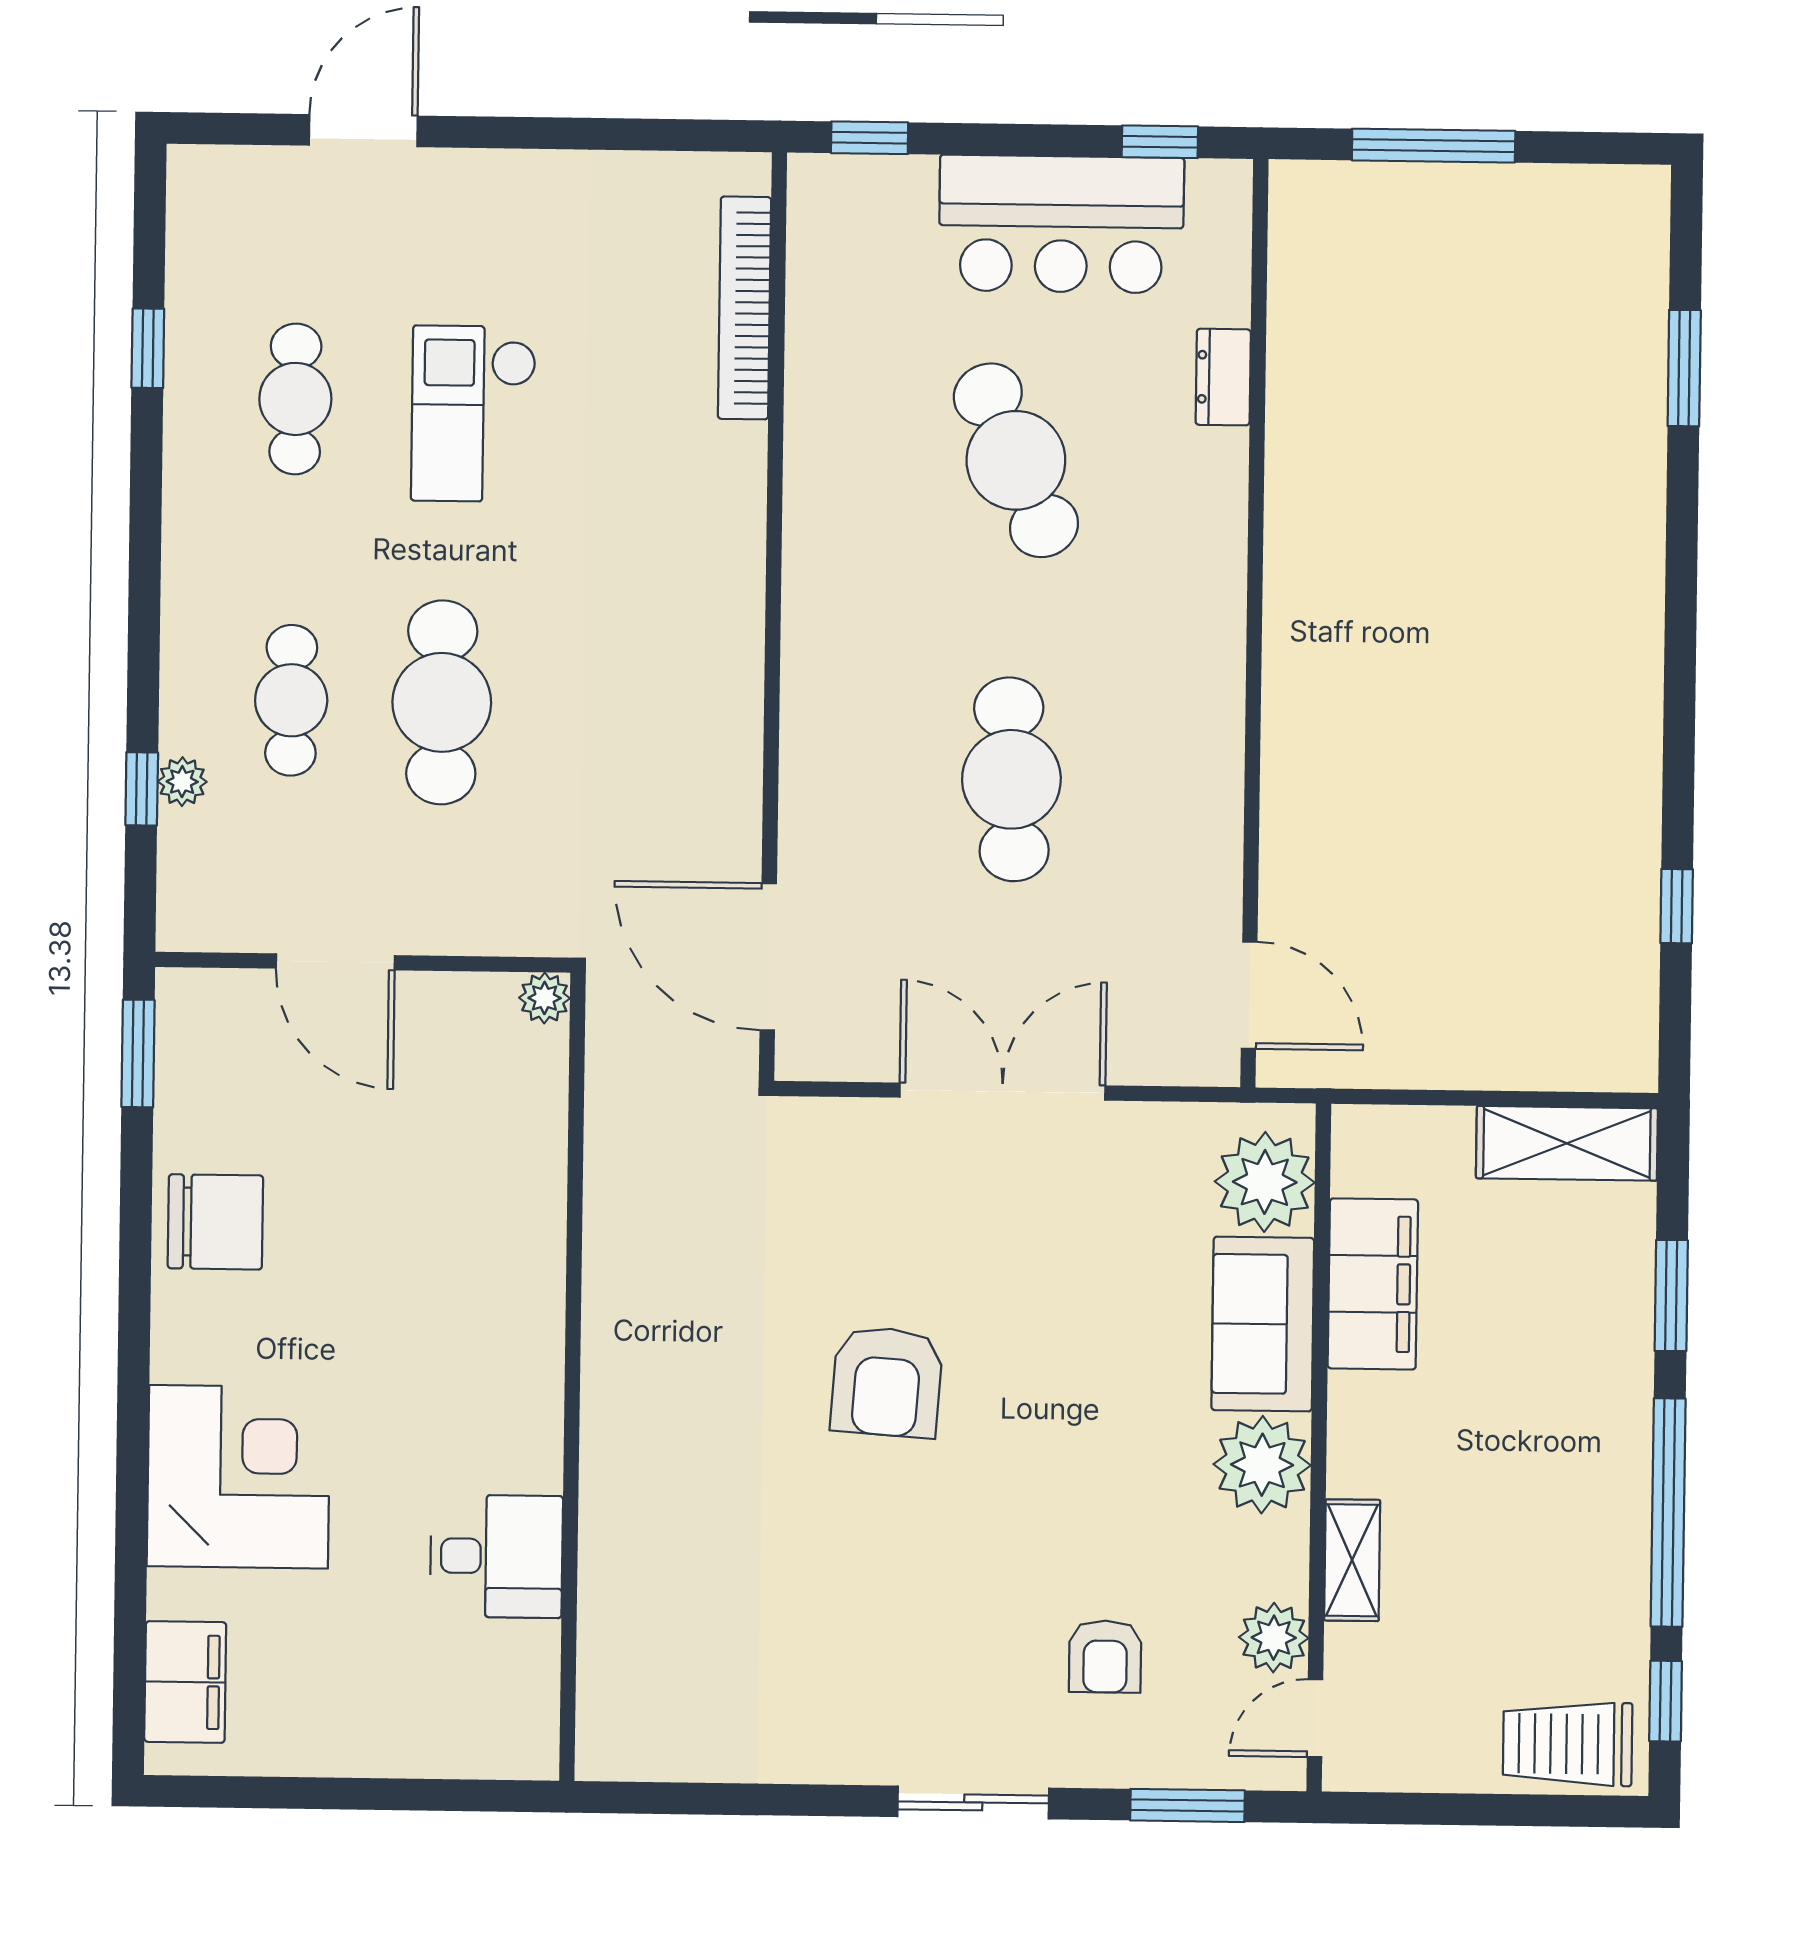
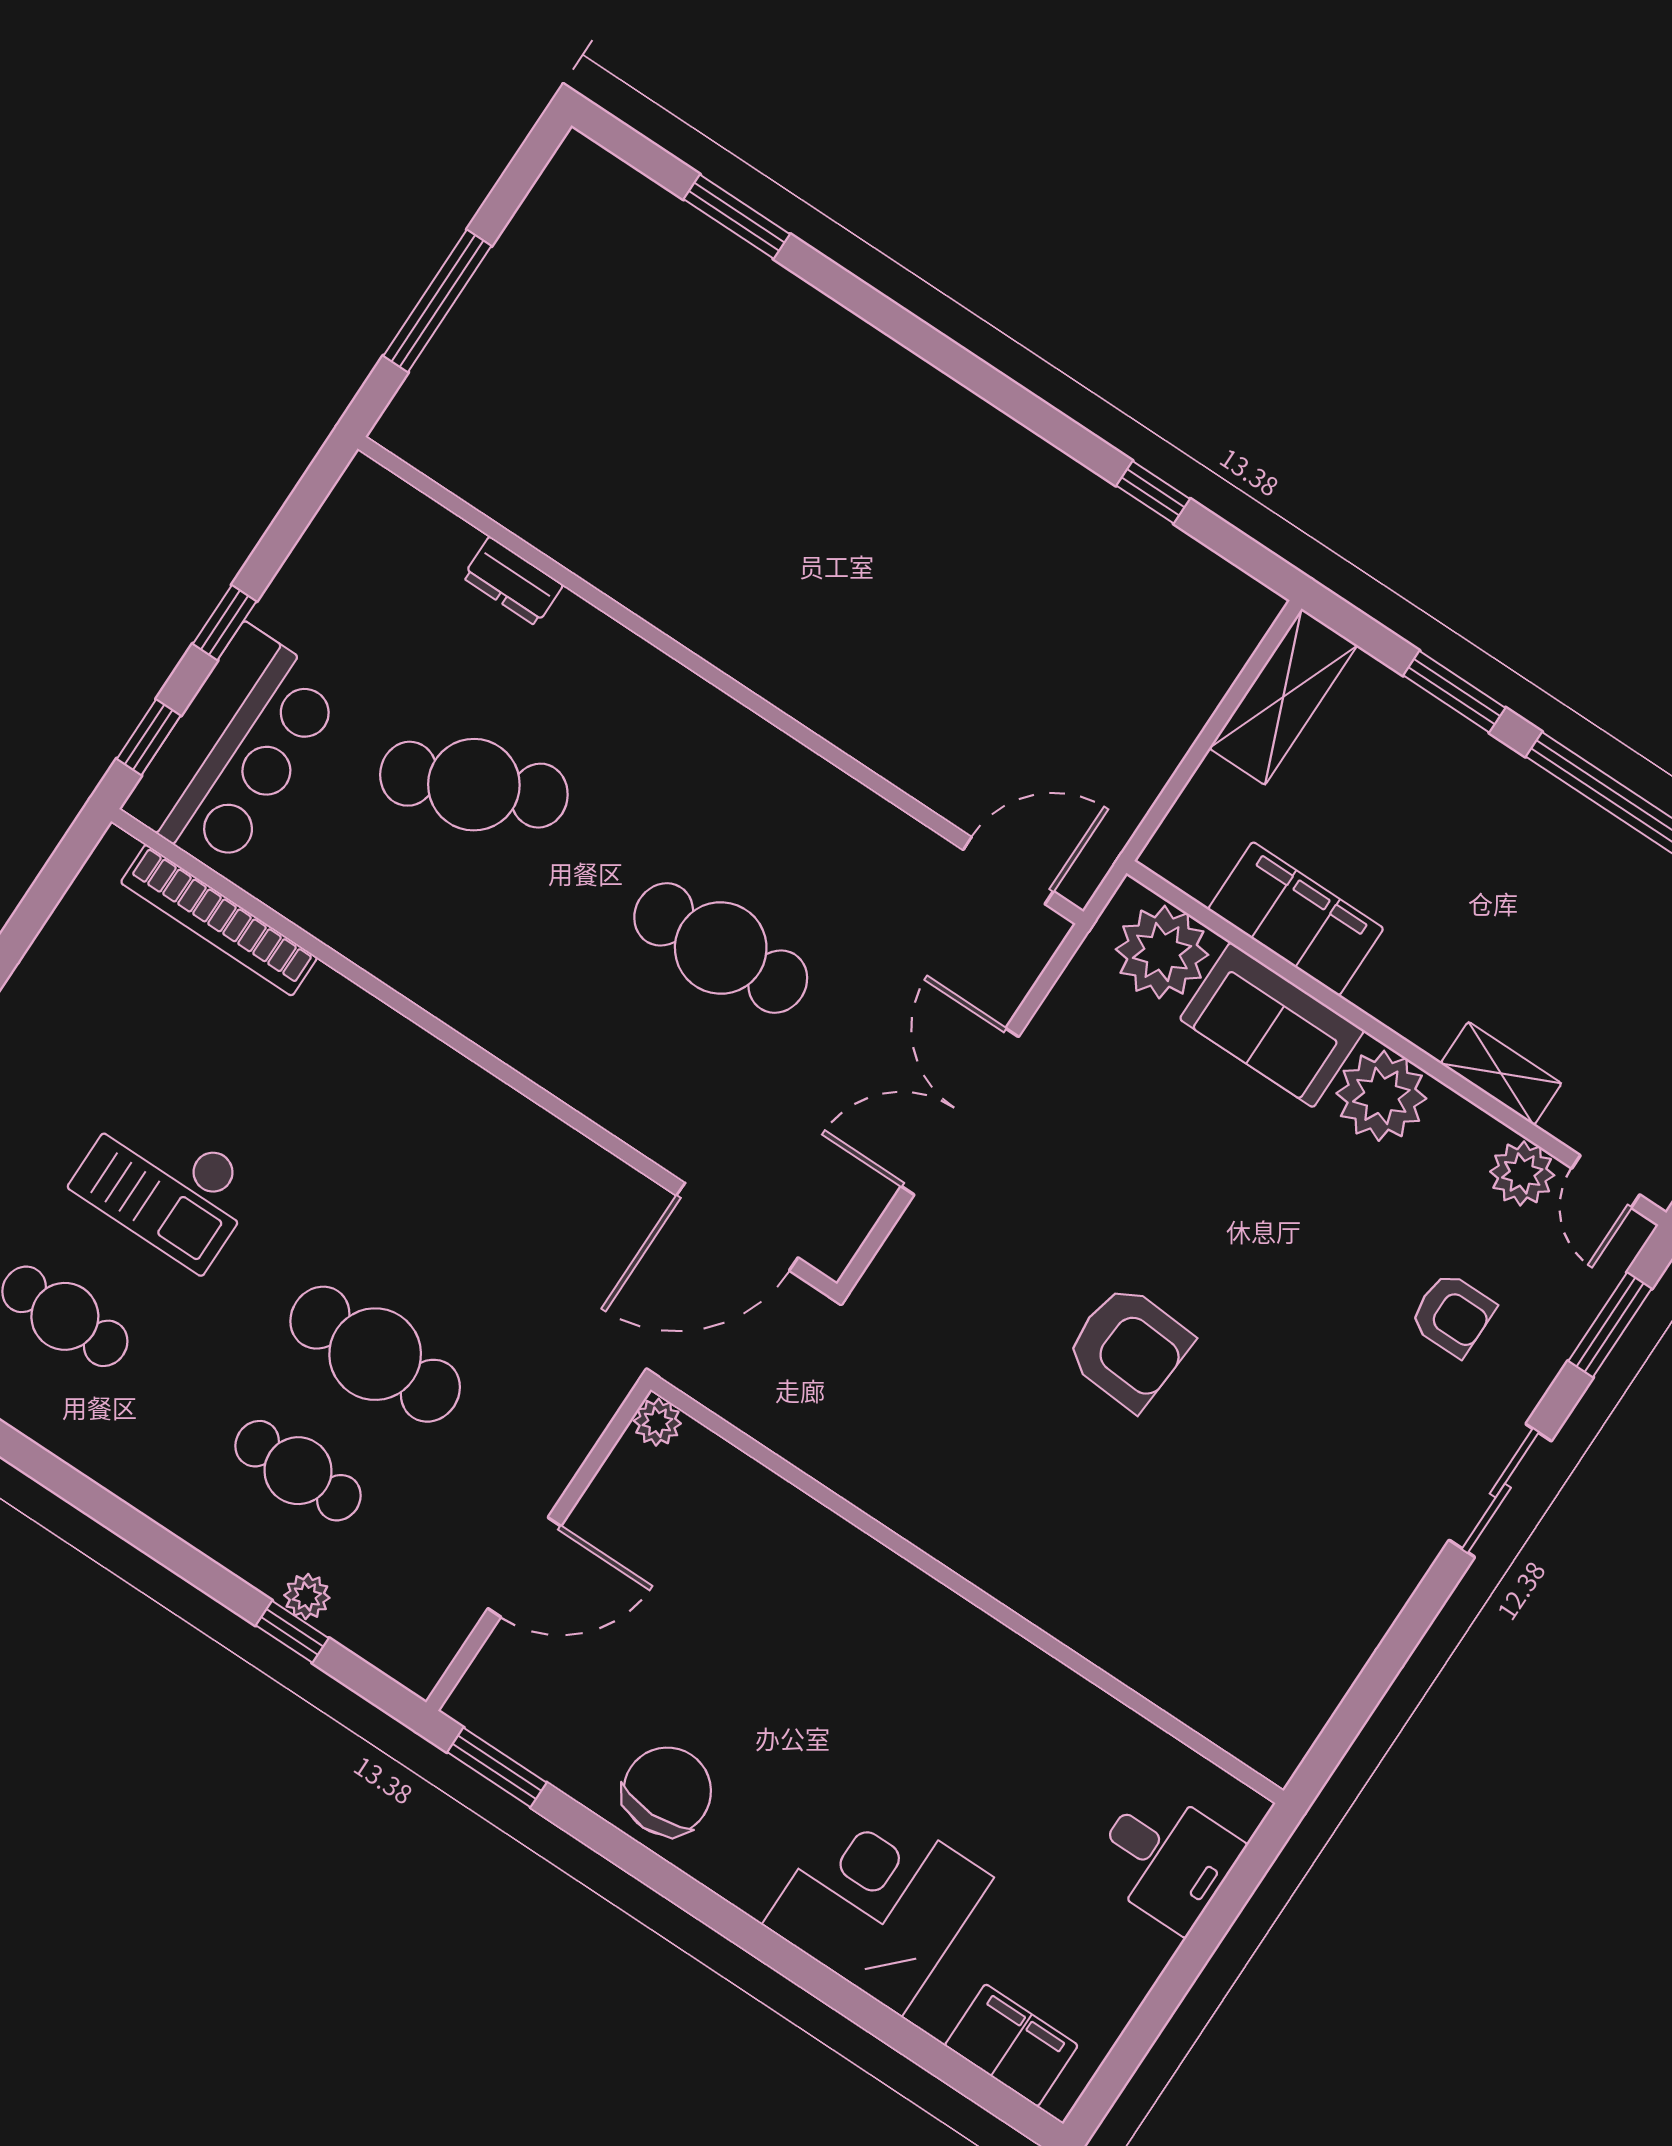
window: (1160, 142) -> (225, 623), moved
bar counter: (1061, 224) -> (234, 749), moved
desk: (496, 1556) -> (1166, 1858), moved, turned 90

